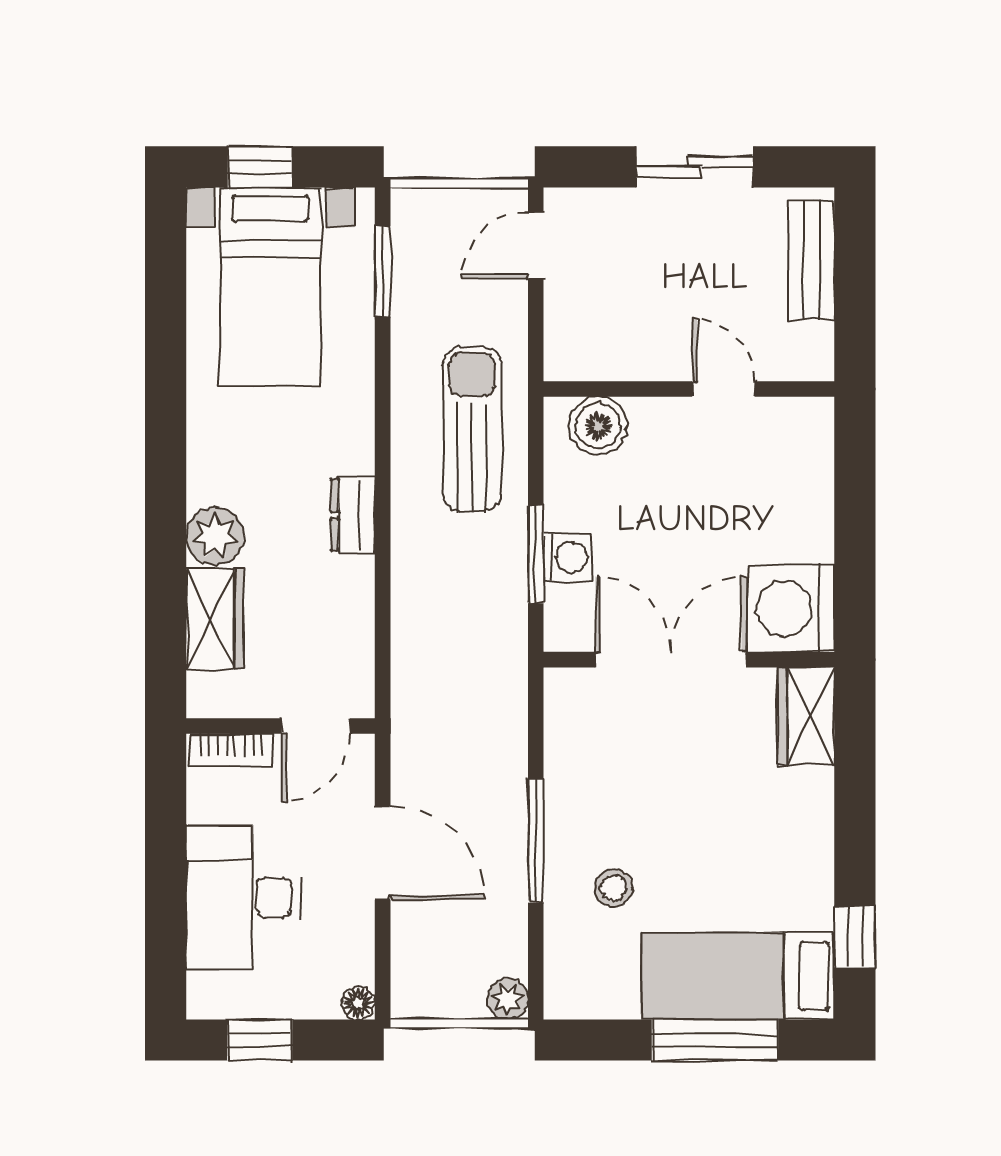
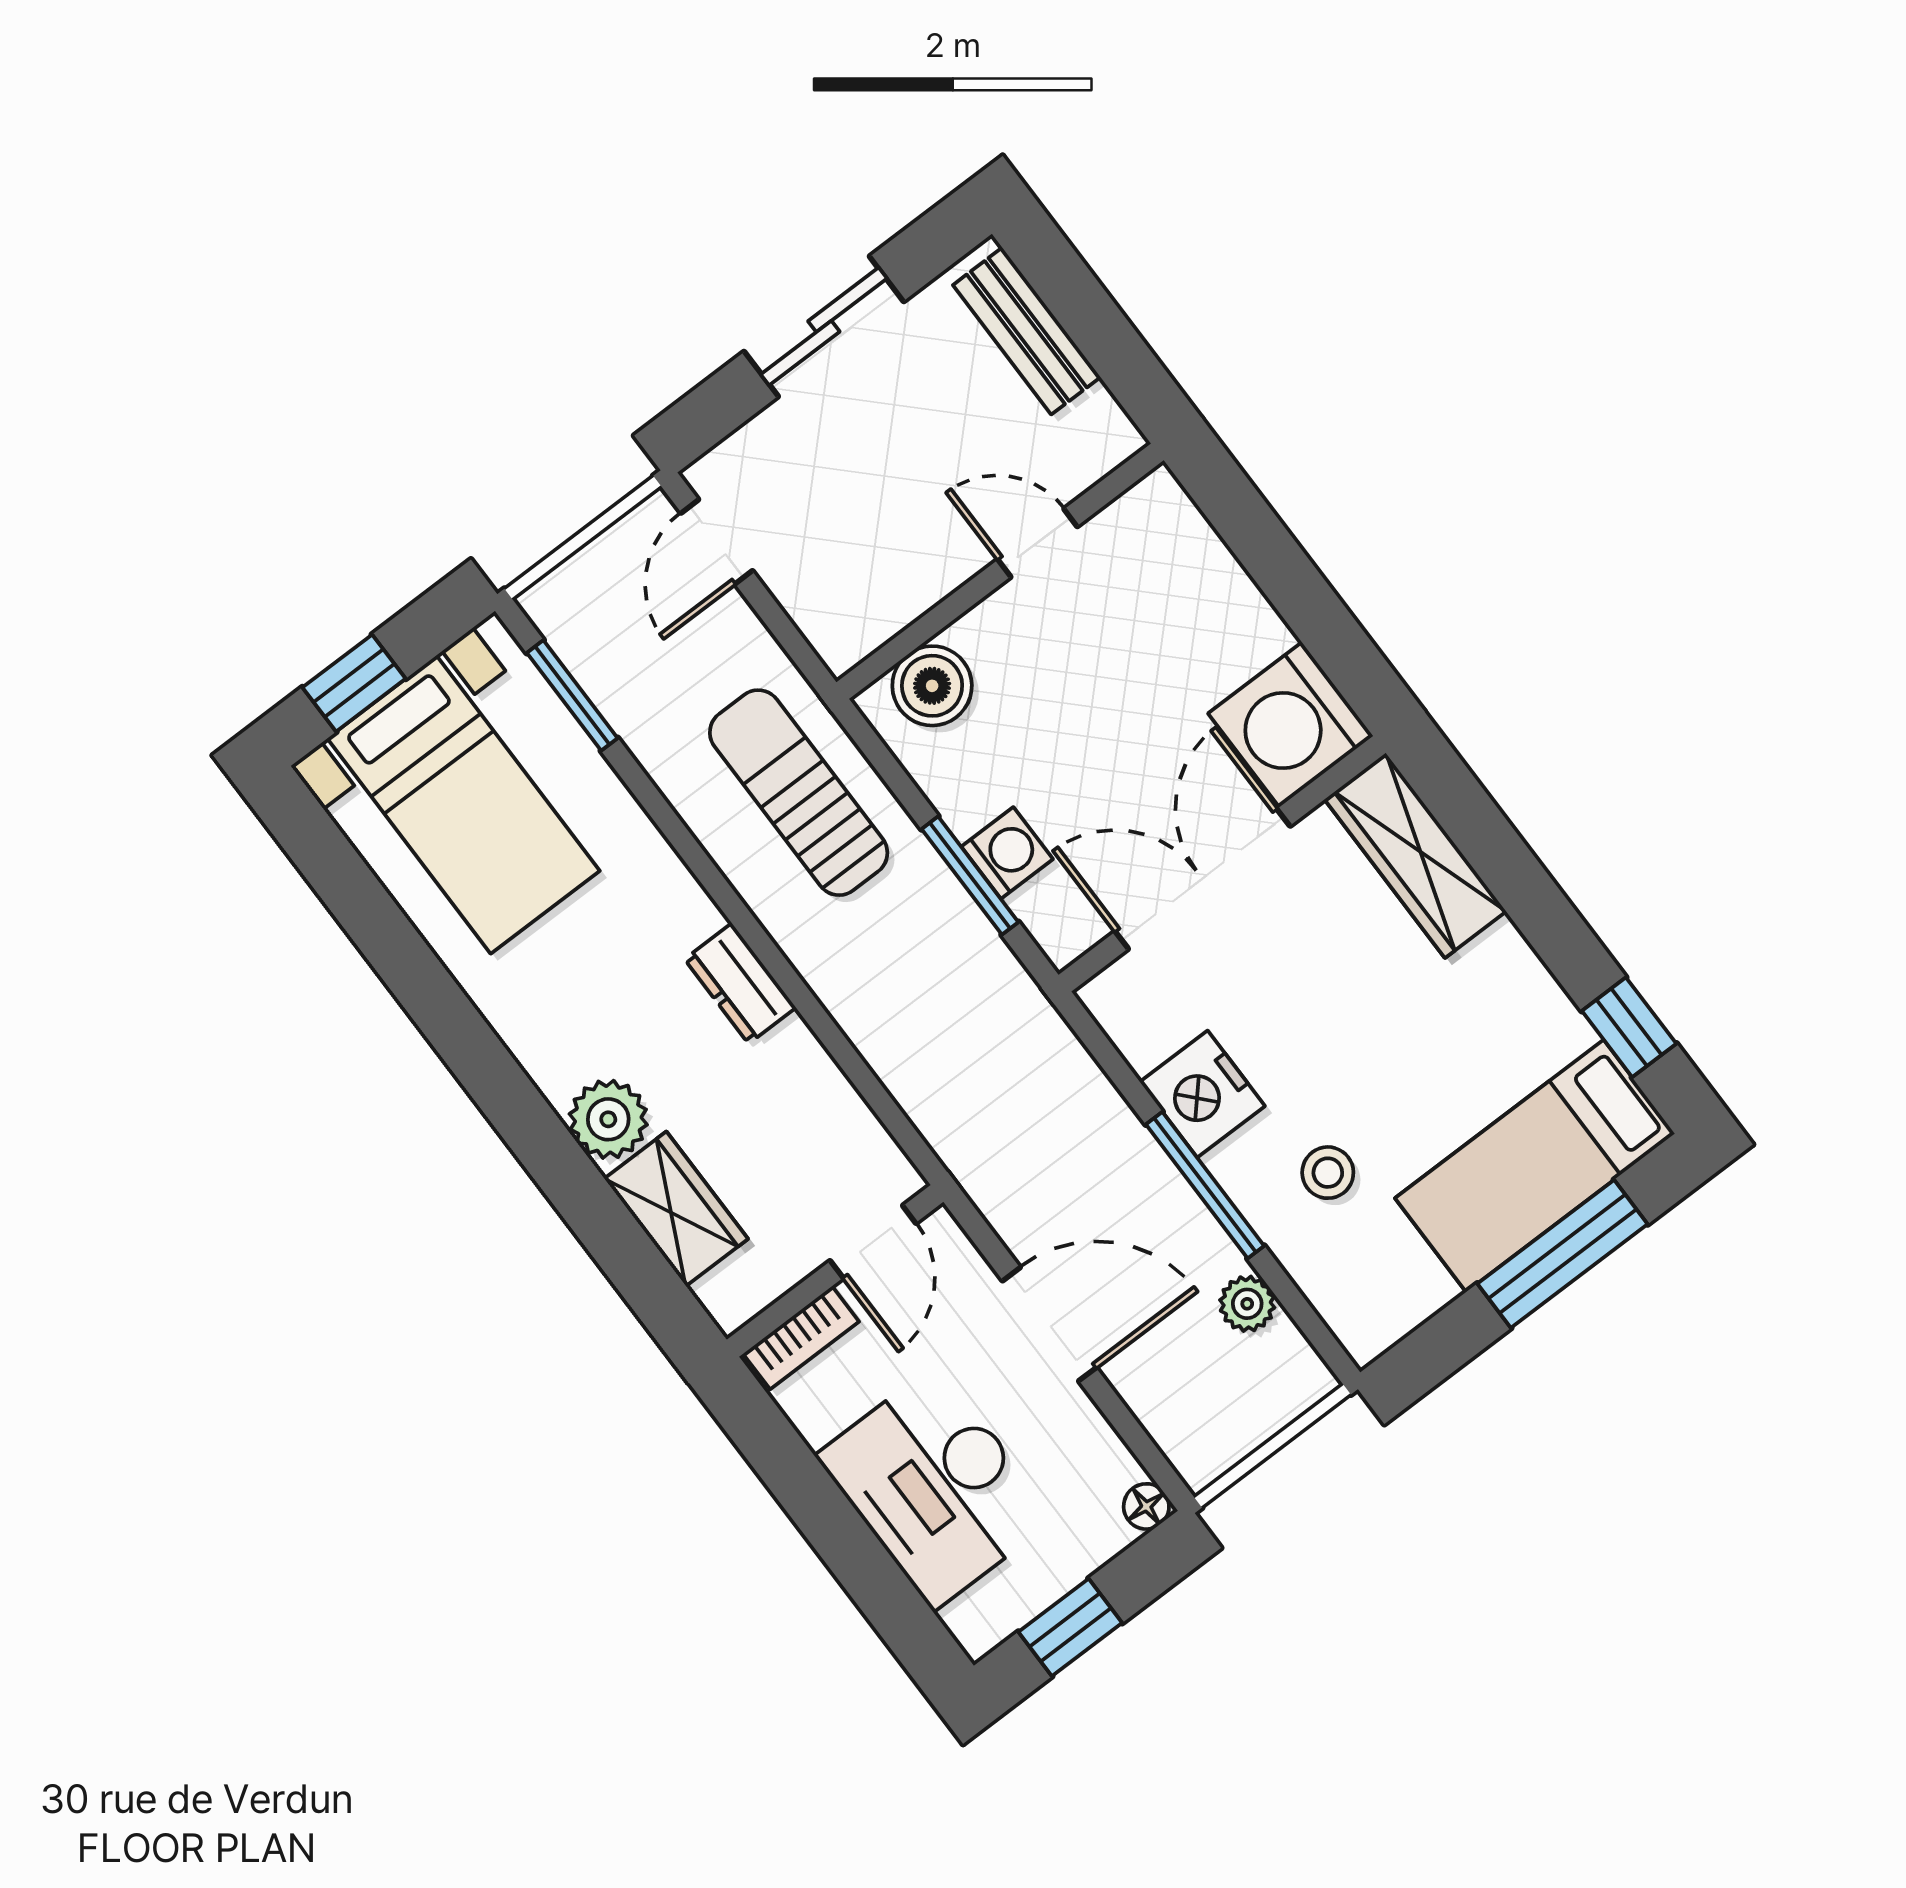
wardrobe: (806, 716) -> (1415, 855), width x1.50
nightstand: (575, 786) -> (1202, 1094), added
plant: (508, 999) -> (1247, 1304), moved

